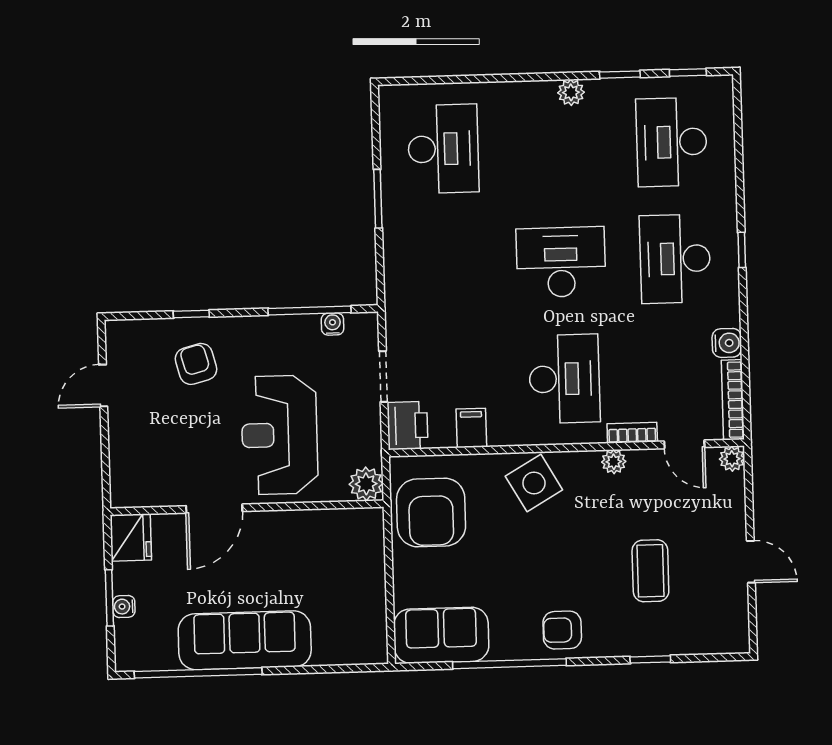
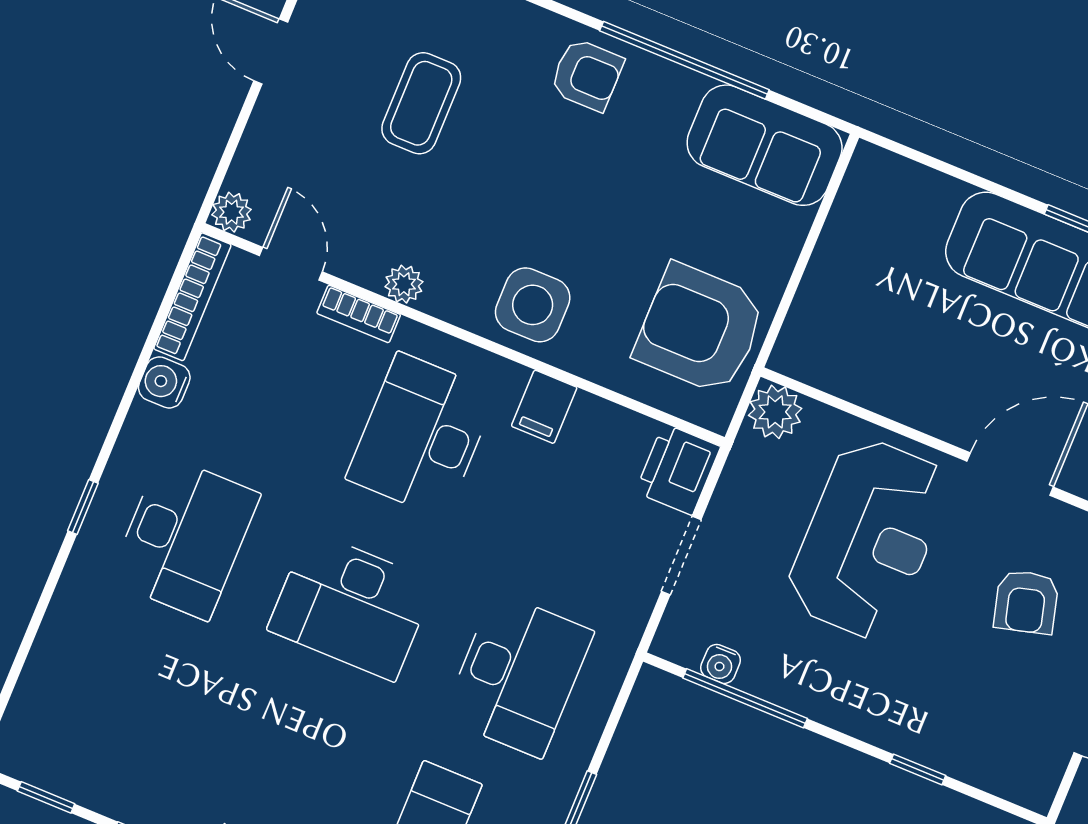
desk: (672, 142) -> (518, 675), moved
armchair: (196, 364) -> (1026, 602), moved
filing cabinet: (471, 428) -> (544, 407), moved
side table: (534, 483) -> (533, 305), turned 30
armchair: (431, 512) -> (700, 329), turned -90

